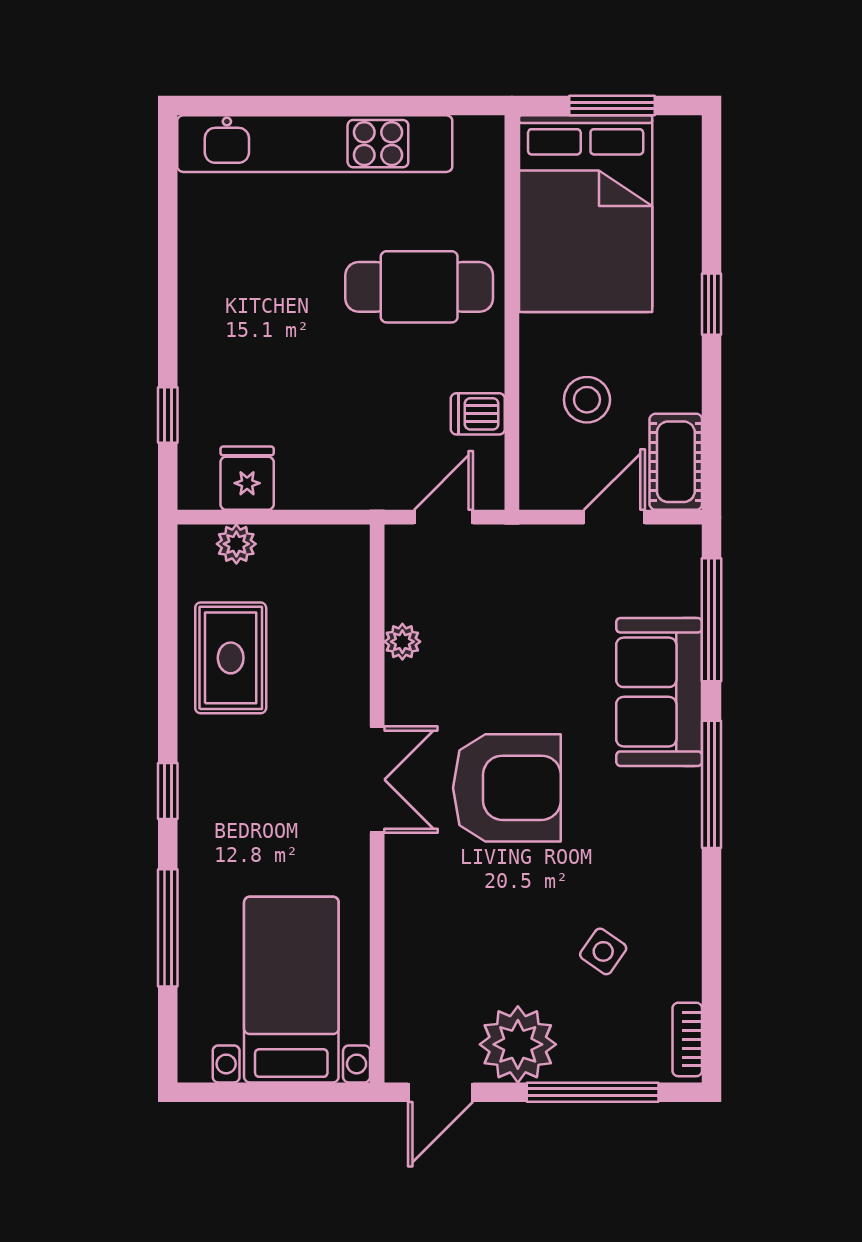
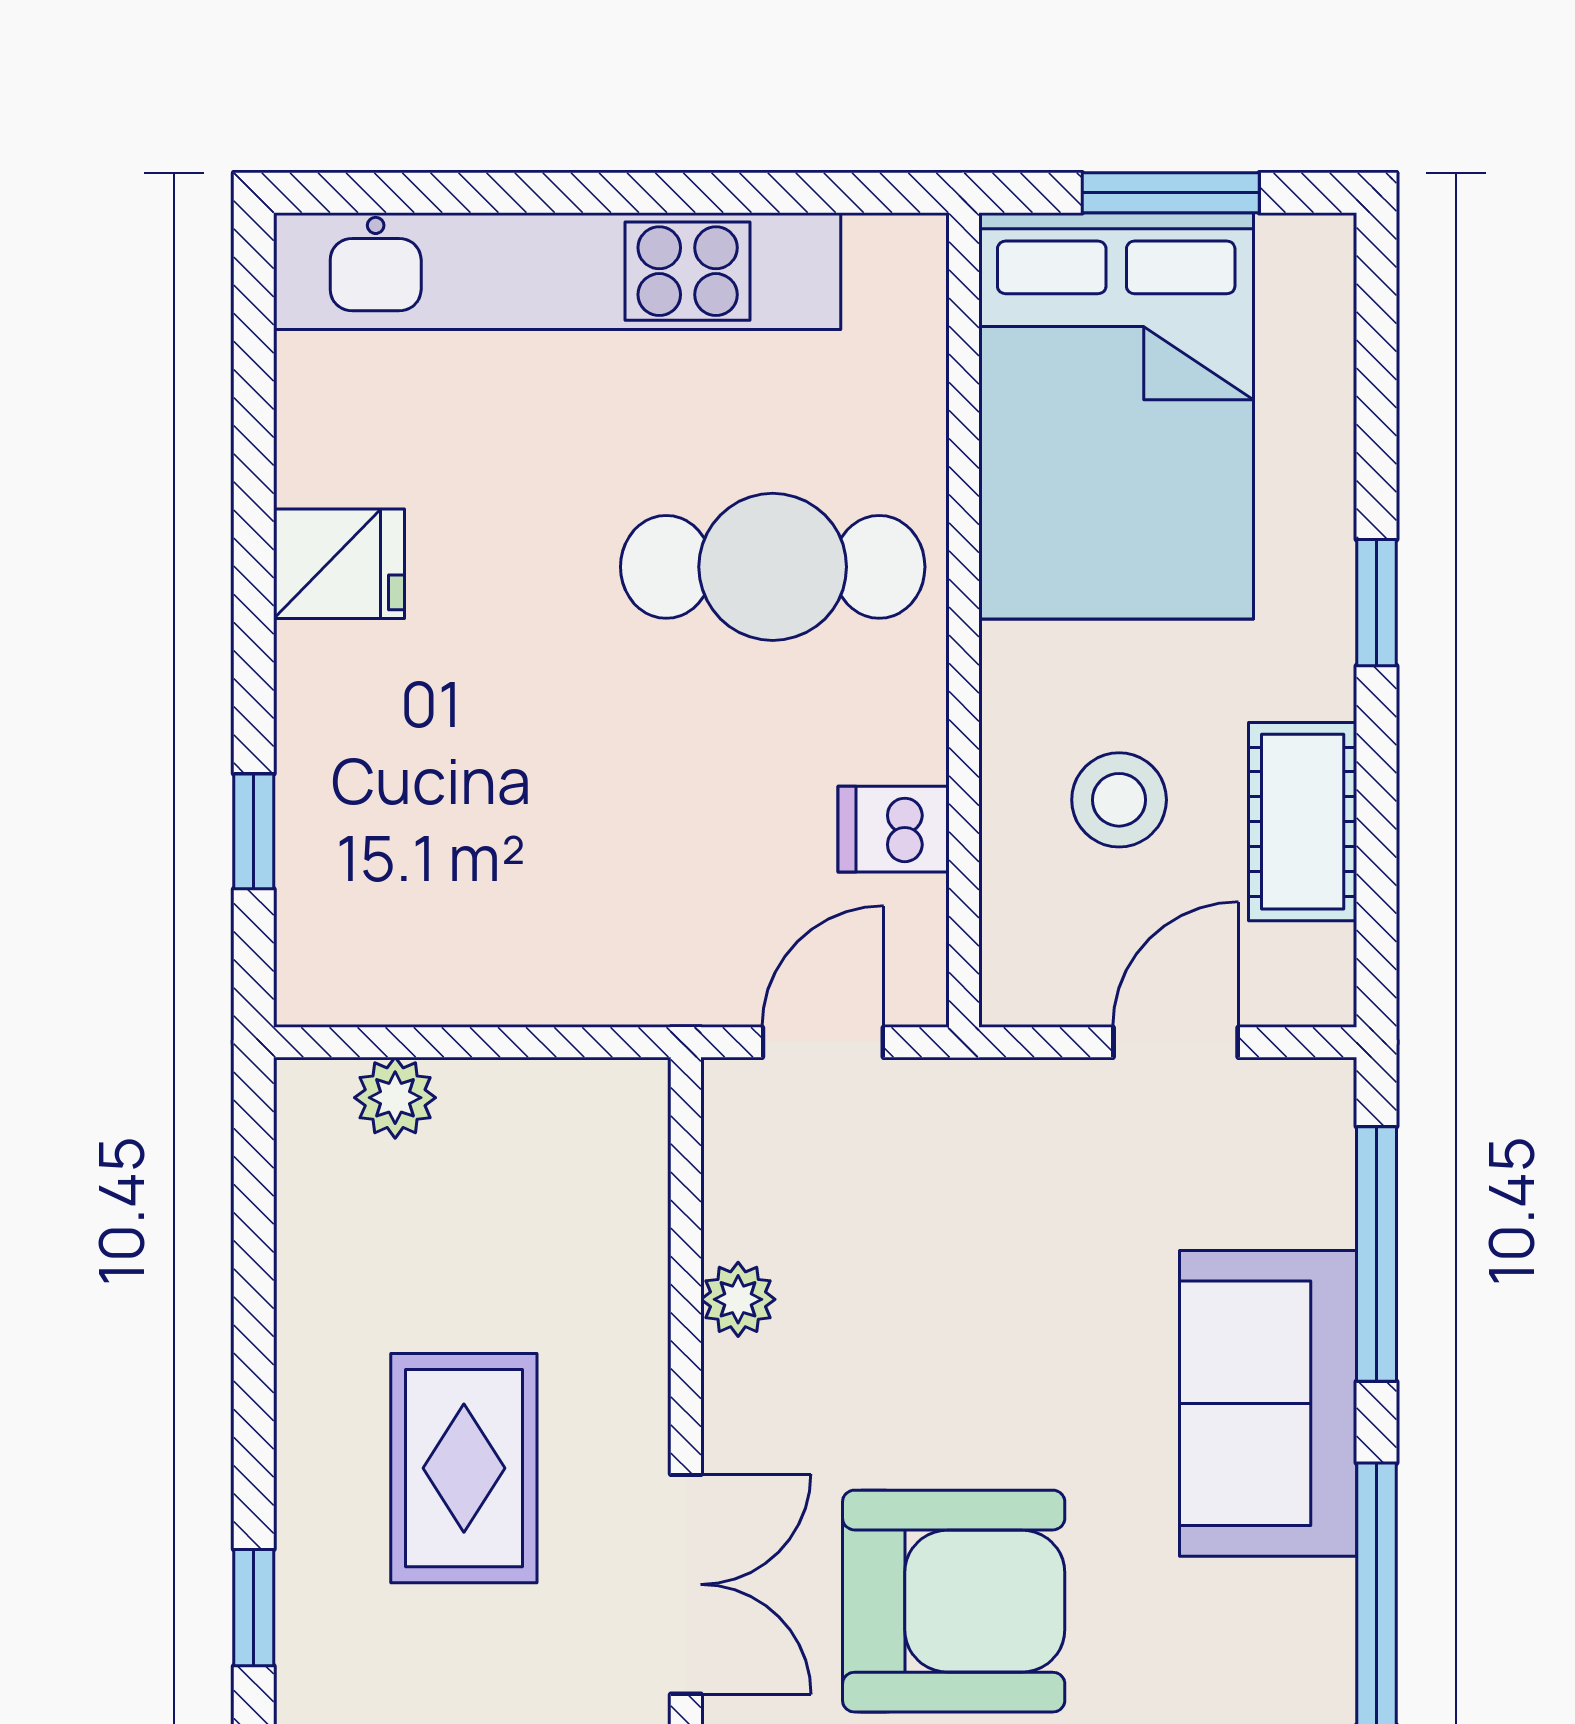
cot: (676, 462) -> (1303, 822), moved
fridge: (247, 478) -> (339, 564), moved, turned 90
rug: (231, 658) -> (464, 1468), moved

